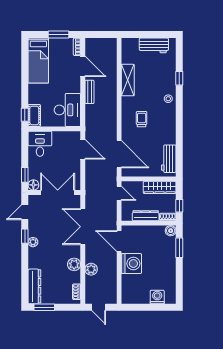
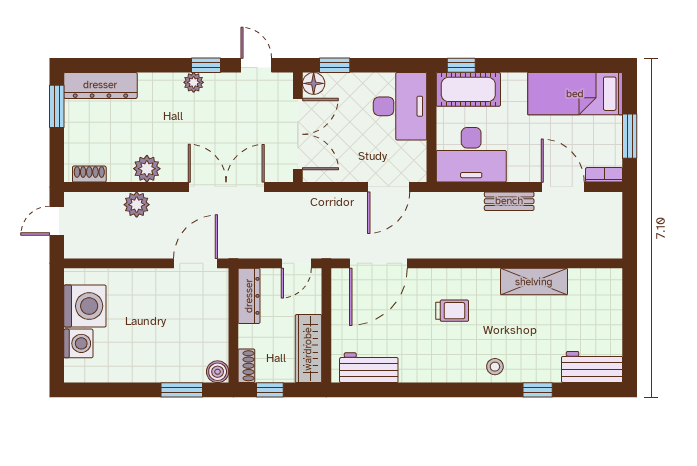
workbench: (154, 45) -> (592, 367), moved, turned 90
door: (83, 66) -> (563, 187), swing flipped
cot: (34, 115) -> (468, 89), width x1.37, depth x1.34
desk: (40, 144) -> (400, 106), width x1.37
dresser: (146, 216) -> (249, 296), moved
washing machine: (131, 264) -> (85, 306), moved, turned -90

